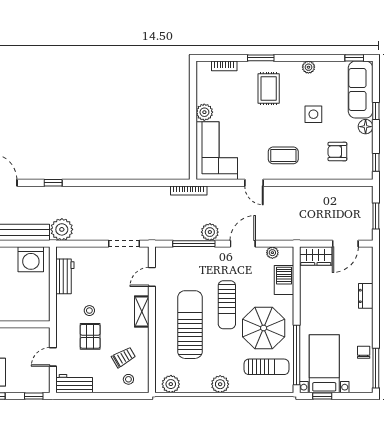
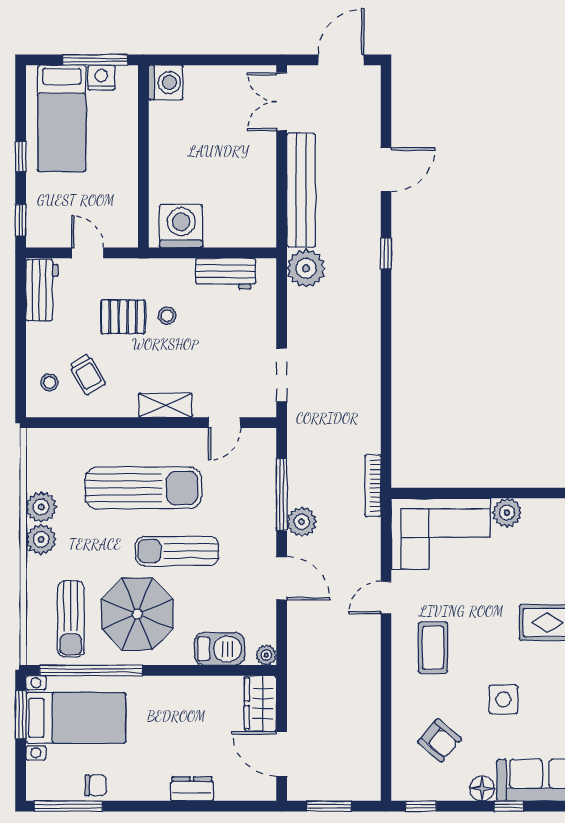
armchair: (337, 152) -> (440, 740), turned 130
plant: (272, 253) -> (266, 655), moved
washing machine: (31, 259) -> (181, 226), moved, turned 90
door: (152, 277) -> (225, 423), swing flipped
plant: (171, 384) -> (41, 507), moved
window: (322, 396) -> (21, 714), width x1.50

